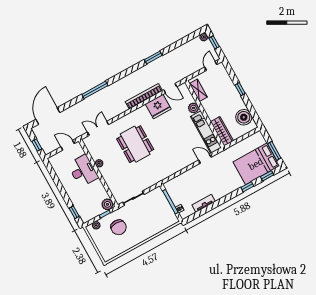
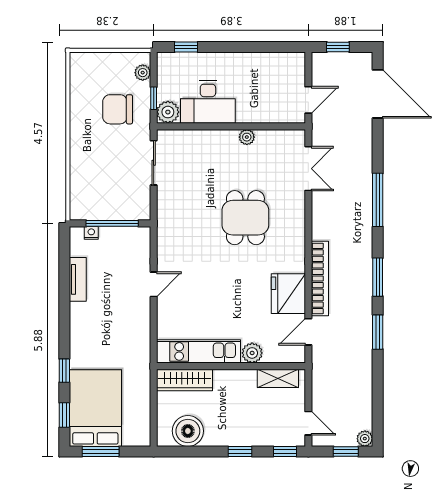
window: (229, 69) -> (285, 451), added
window: (129, 71) -> (378, 277), added
dining table: (135, 144) -> (245, 218), width x0.73
door: (205, 159) -> (154, 284), moved
desk: (83, 171) -> (208, 102), moved

